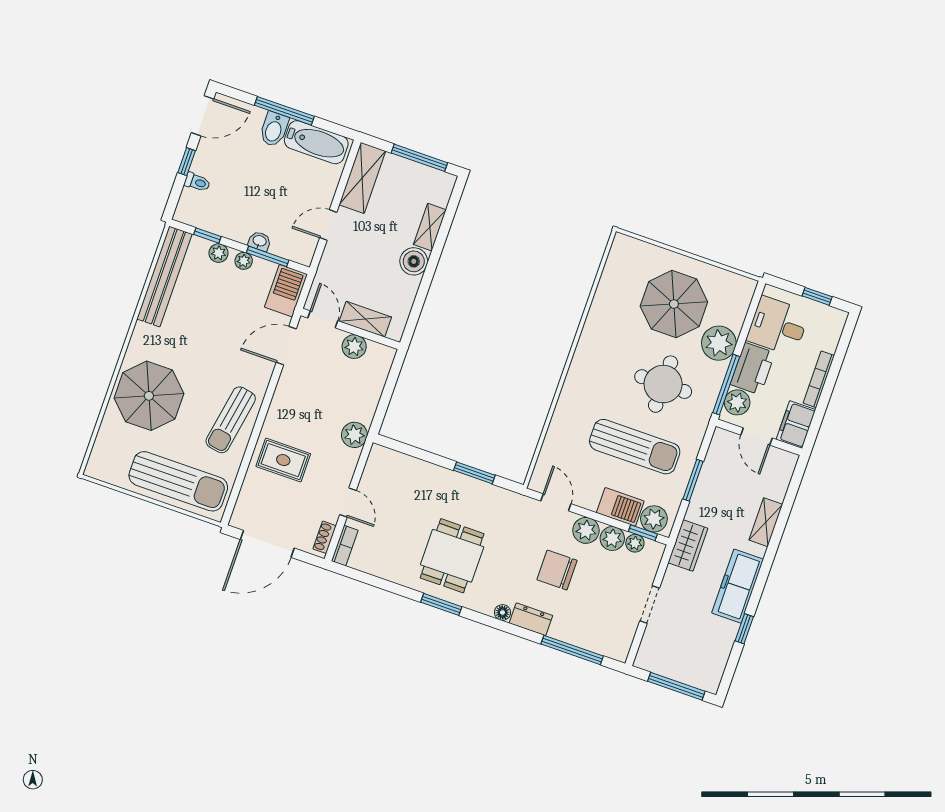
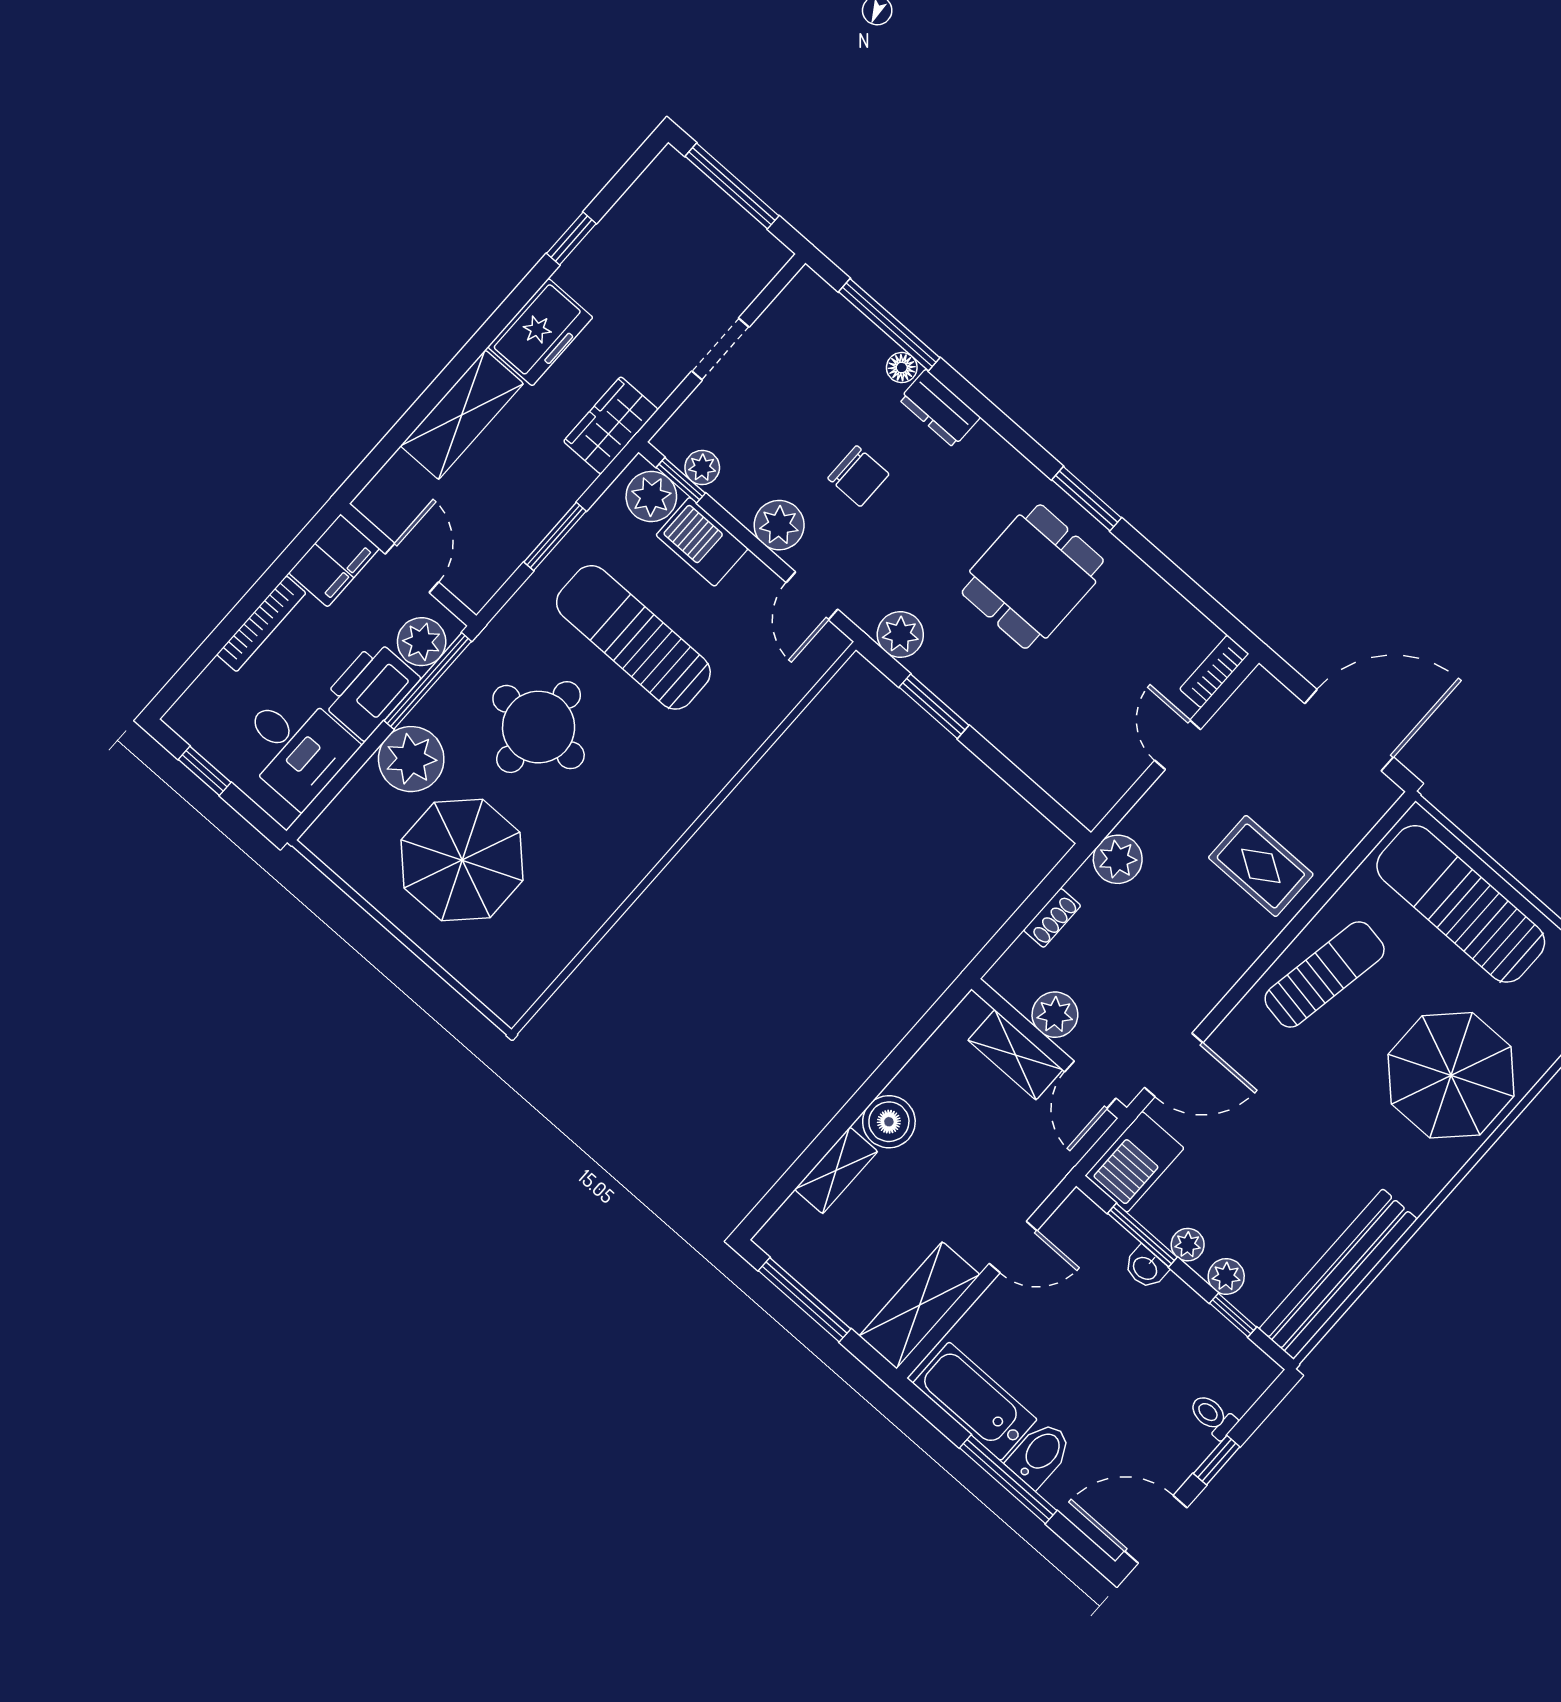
shelving: (766, 522) -> (462, 415), width x1.50, depth x1.33
shoe rack: (325, 537) -> (1052, 918), moved
plant: (612, 538) -> (900, 635), moved
chair: (557, 570) -> (858, 476), width x0.73, depth x0.73
freezer: (738, 586) -> (540, 332), width x0.71
floor lamp: (502, 612) -> (902, 368), moved

